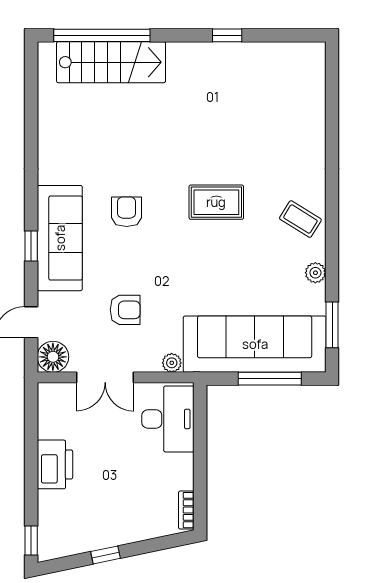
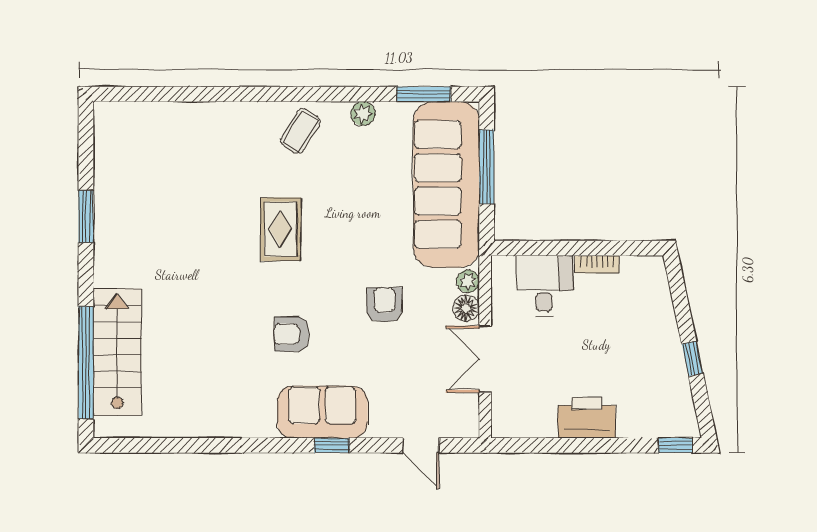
window: (227, 35) -> (86, 217), width x1.50
sofa: (60, 238) -> (322, 412), width x0.73
armchair: (125, 310) -> (384, 305), moved
floor lamp: (53, 357) -> (466, 308), moved, width x0.73, depth x0.73
double door: (105, 377) -> (485, 359), swing flipped
desk: (168, 419) -> (544, 286), width x0.73
bookcase: (186, 510) -> (597, 264), moved

